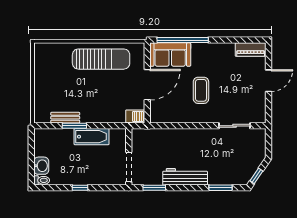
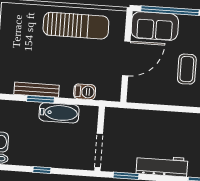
barbecue: (135, 116) -> (85, 92), moved
bench: (65, 118) -> (37, 90), width x1.36

